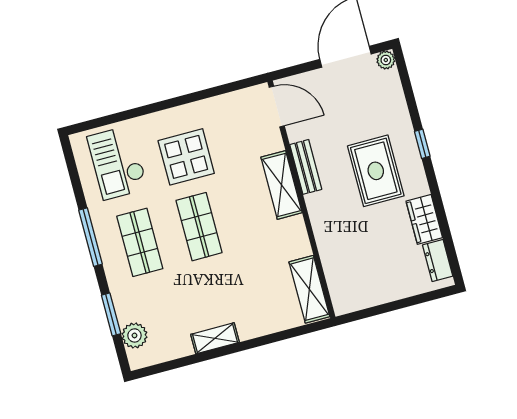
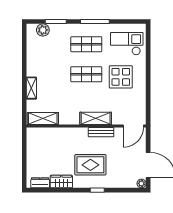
shelving: (215, 338) -> (31, 88), moved

